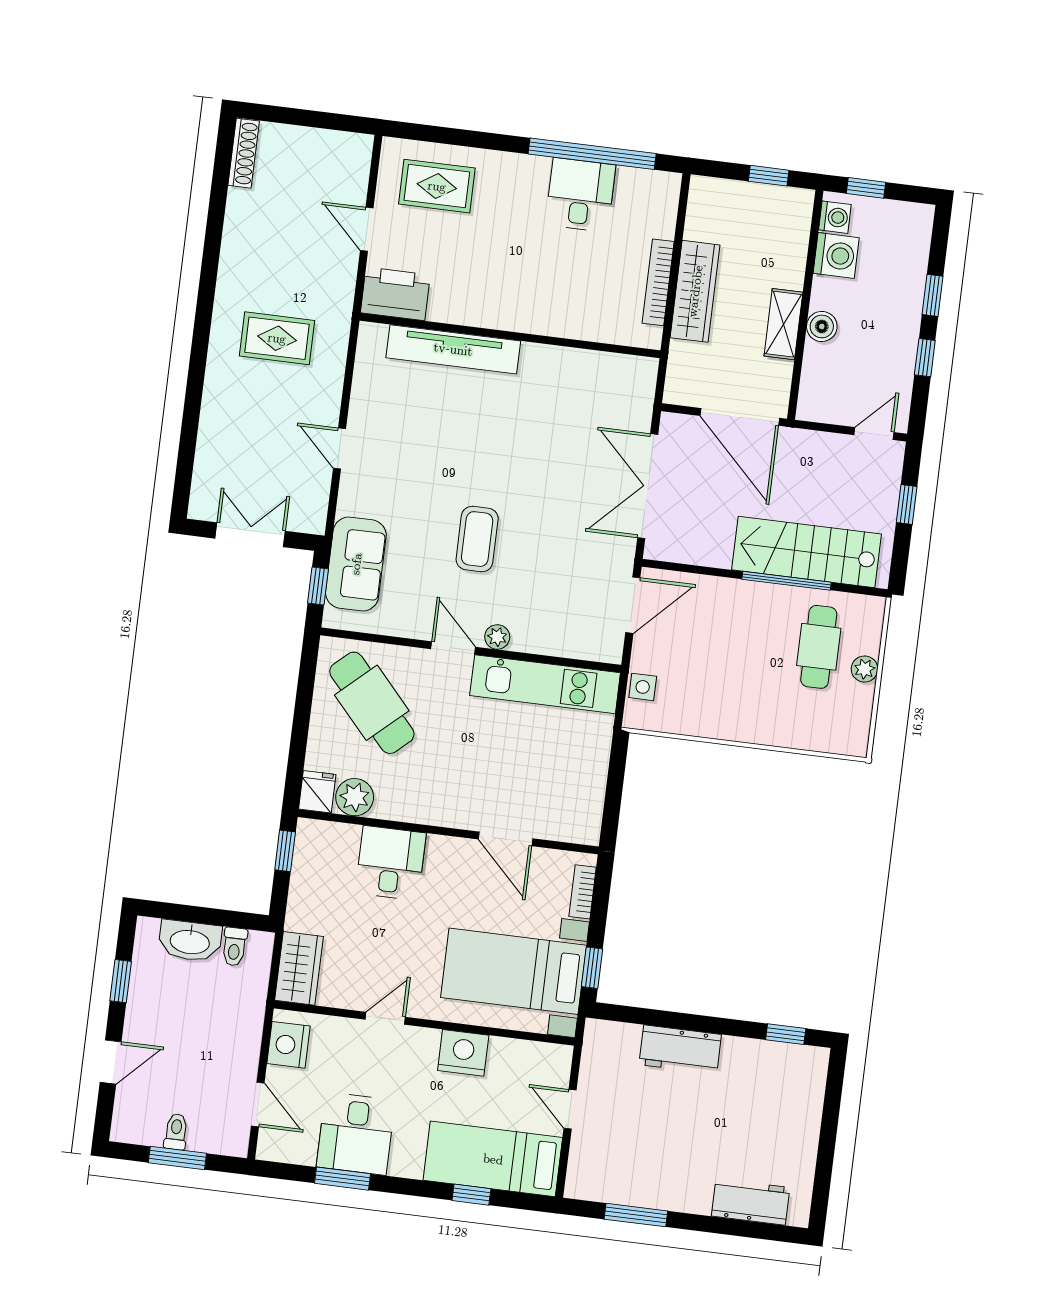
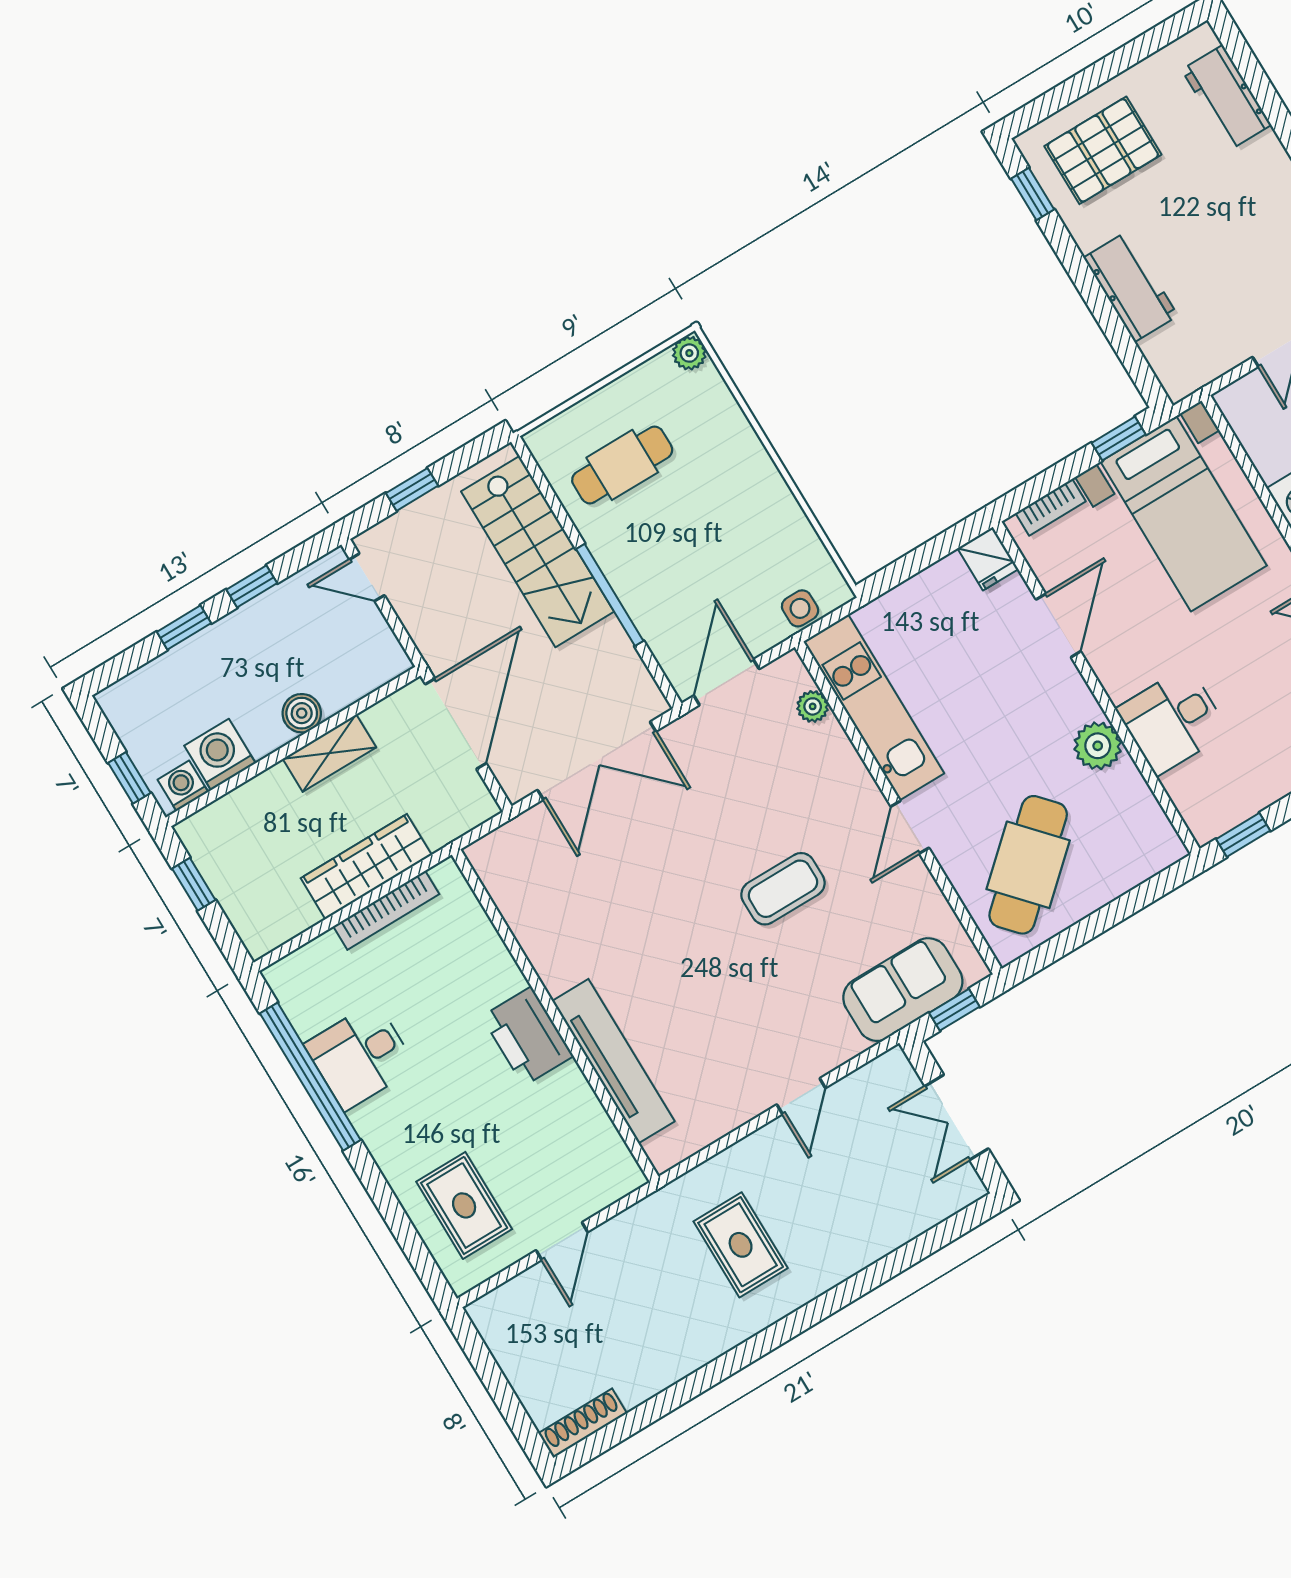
printer: (395, 294) -> (527, 1036), moved
window: (787, 581) -> (610, 595), moved
door: (633, 605) -> (726, 682), hinge flipped
plant: (497, 637) -> (813, 706), moved
plant: (865, 669) -> (689, 353), moved
fridge: (317, 792) -> (988, 559), moved, turned -90
plant: (355, 797) -> (1098, 746), moved
pallet: (778, 1099) -> (1103, 150), added

